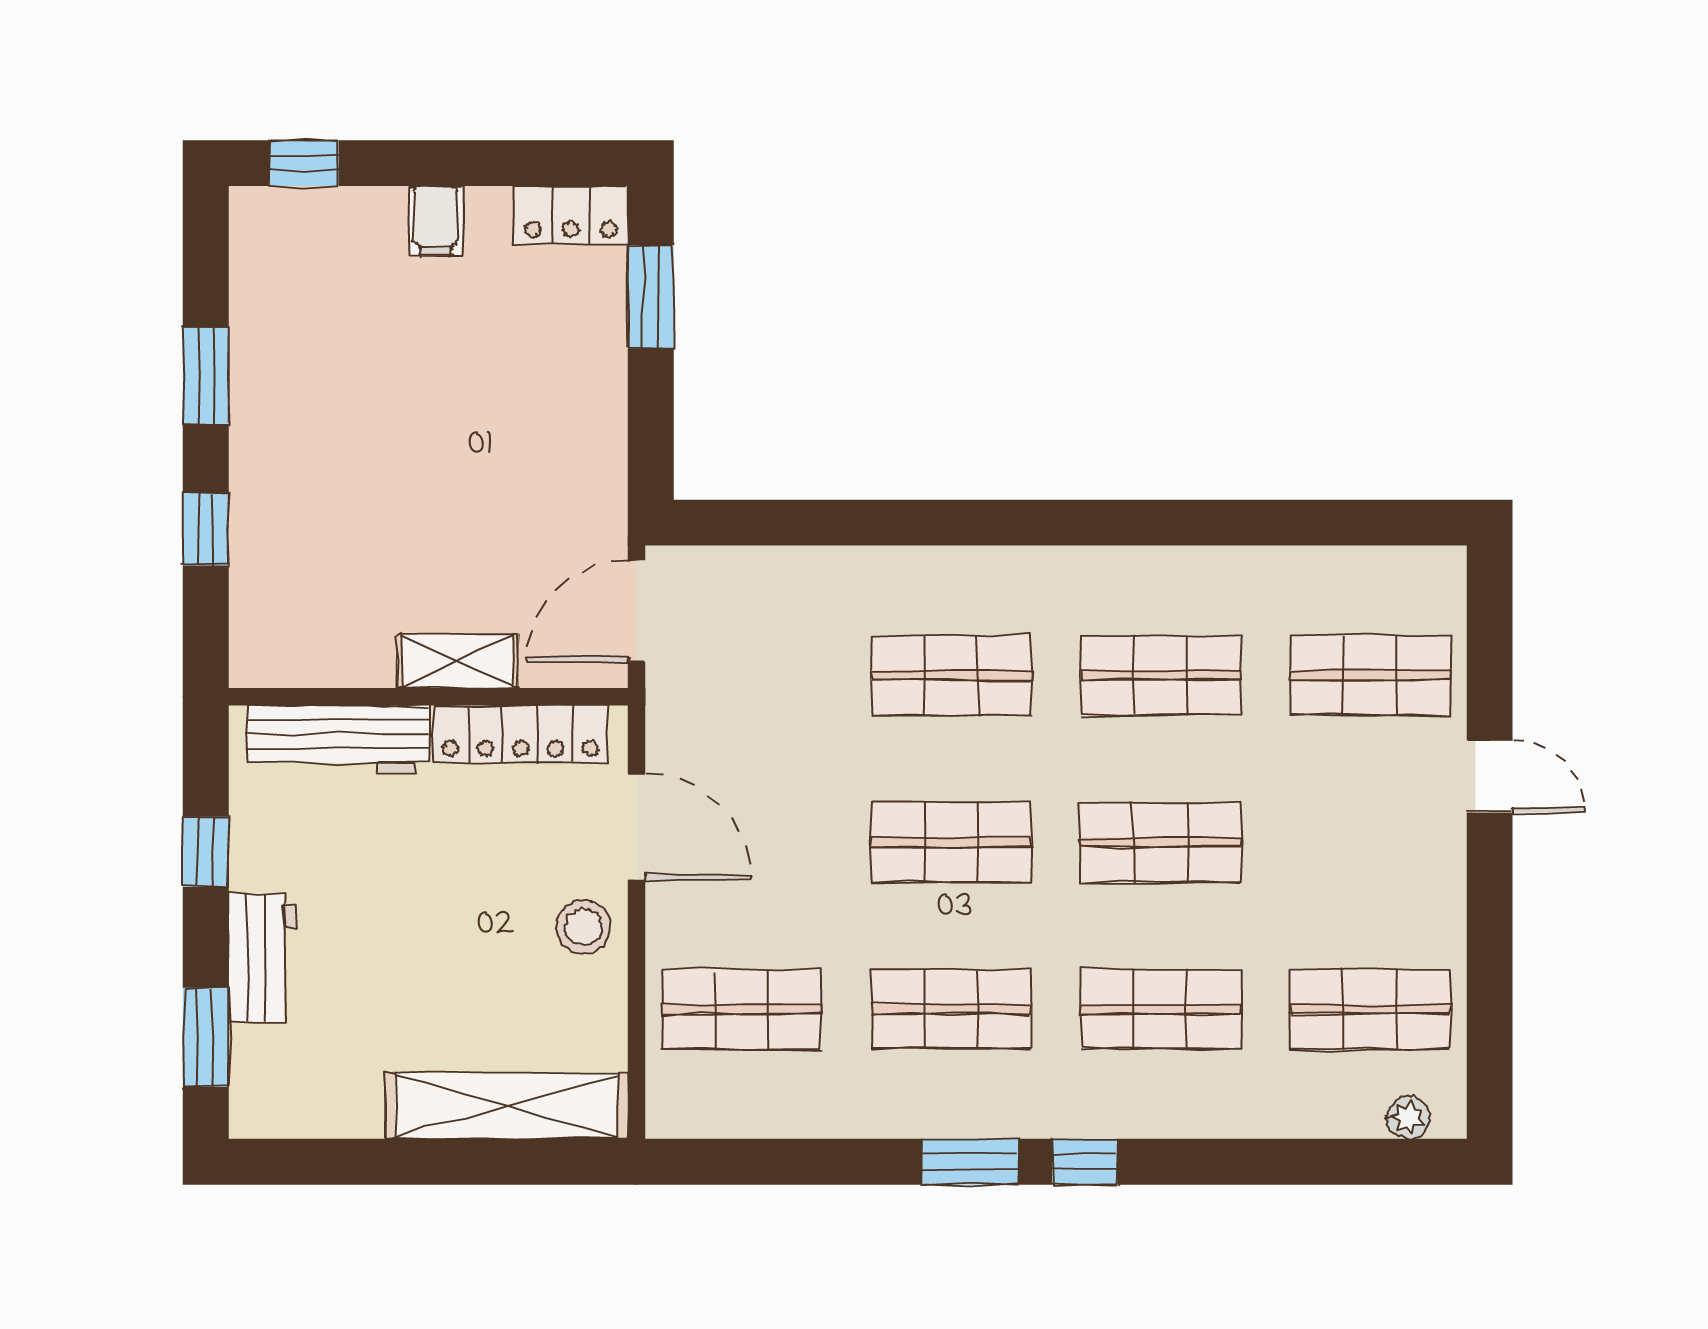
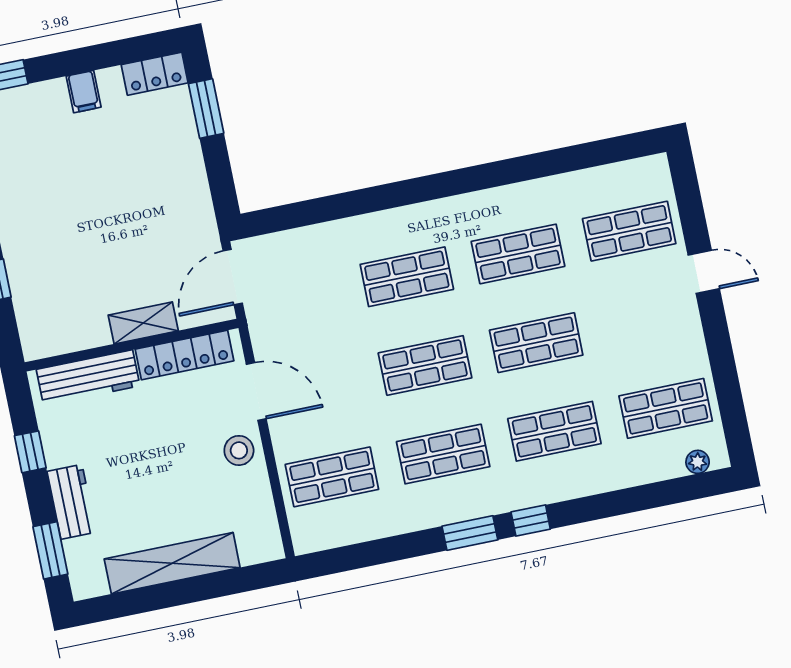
shelving: (507, 1106) -> (172, 563), moved

